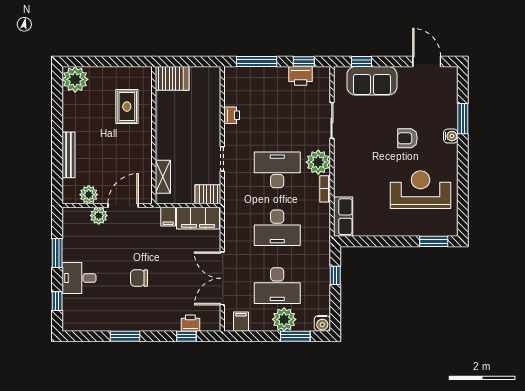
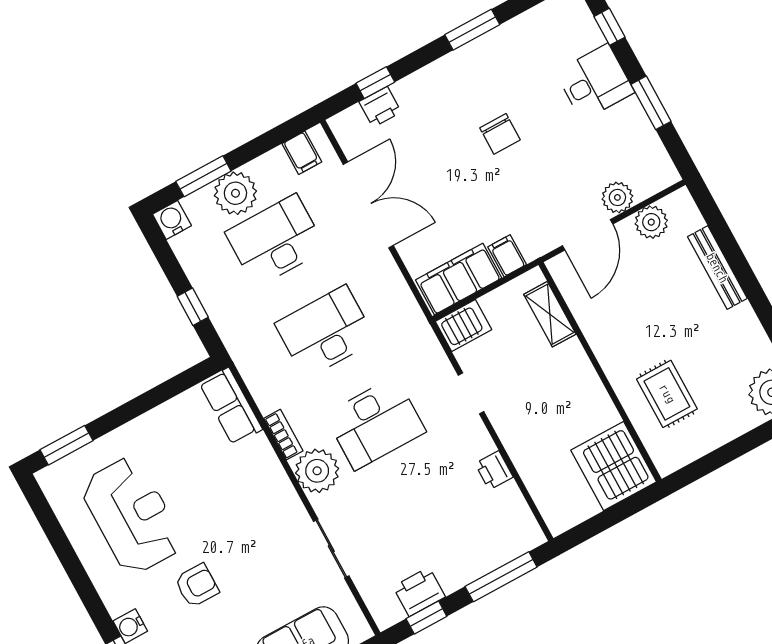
server rack: (172, 78) -> (614, 466), width x1.60
reception desk: (421, 190) -> (132, 515), turned -90
chair: (139, 278) -> (500, 134), turned 90

